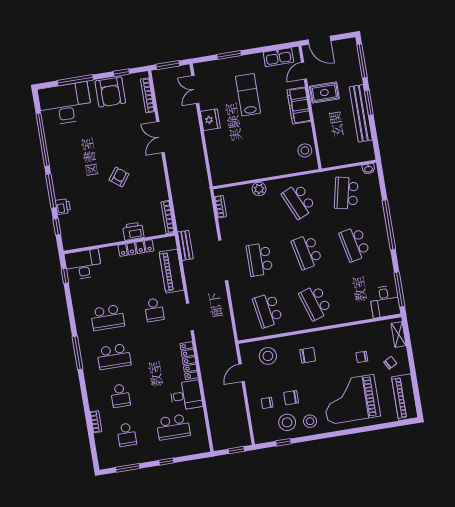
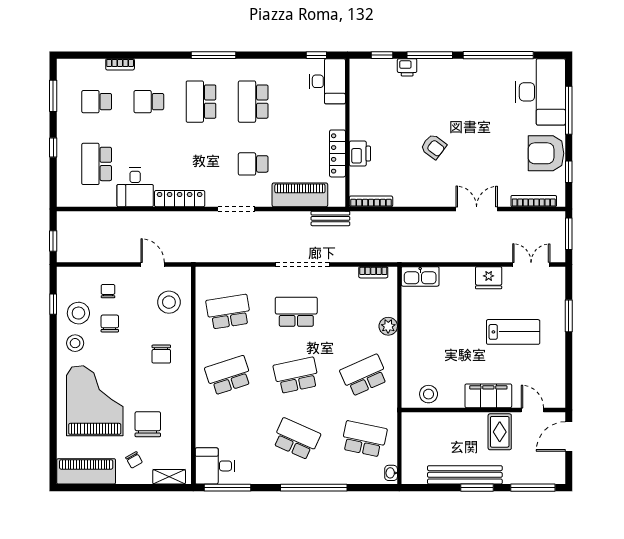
kitchen sink: (278, 57) -> (420, 276), moved, turned -90
school desk: (355, 244) -> (296, 439), turned 36
chair: (362, 357) -> (148, 424), width x1.87, depth x1.87

